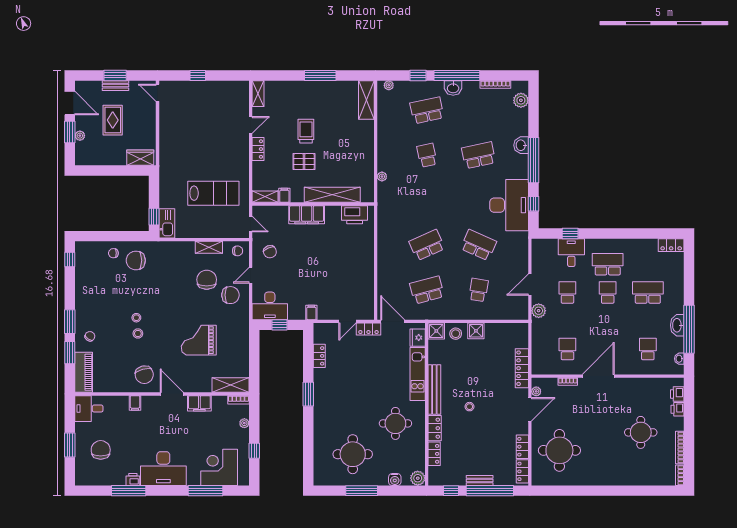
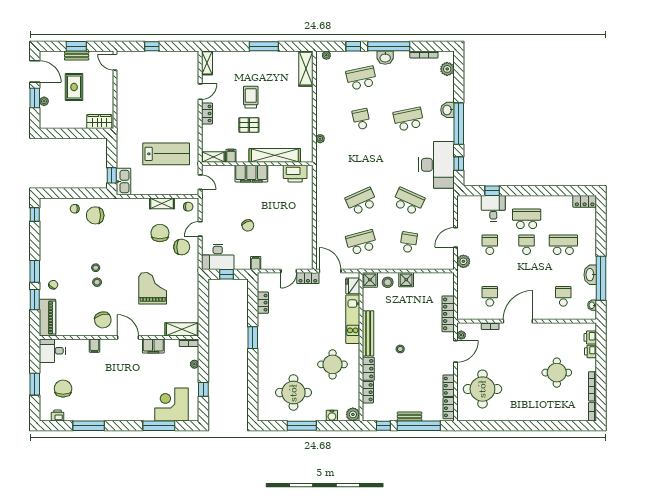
chair: (270, 252) -> (248, 225), moved
grand piano: (199, 340) -> (153, 288), turned 90
desk: (163, 469) -> (120, 406), removed
printer: (133, 479) -> (58, 416), moved

